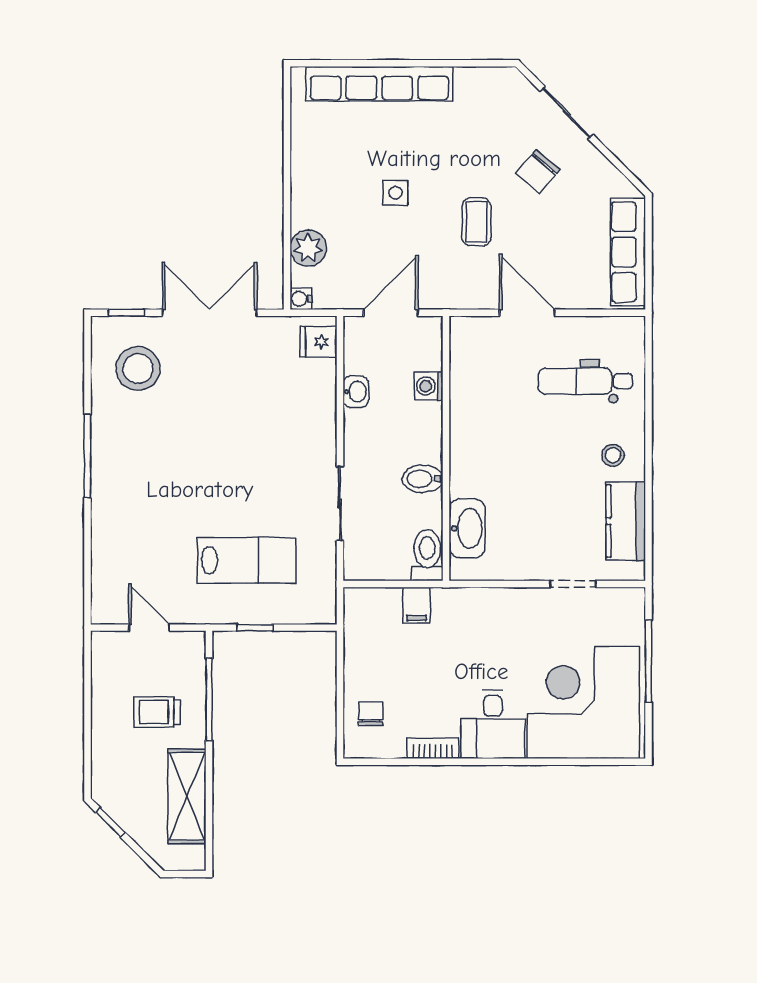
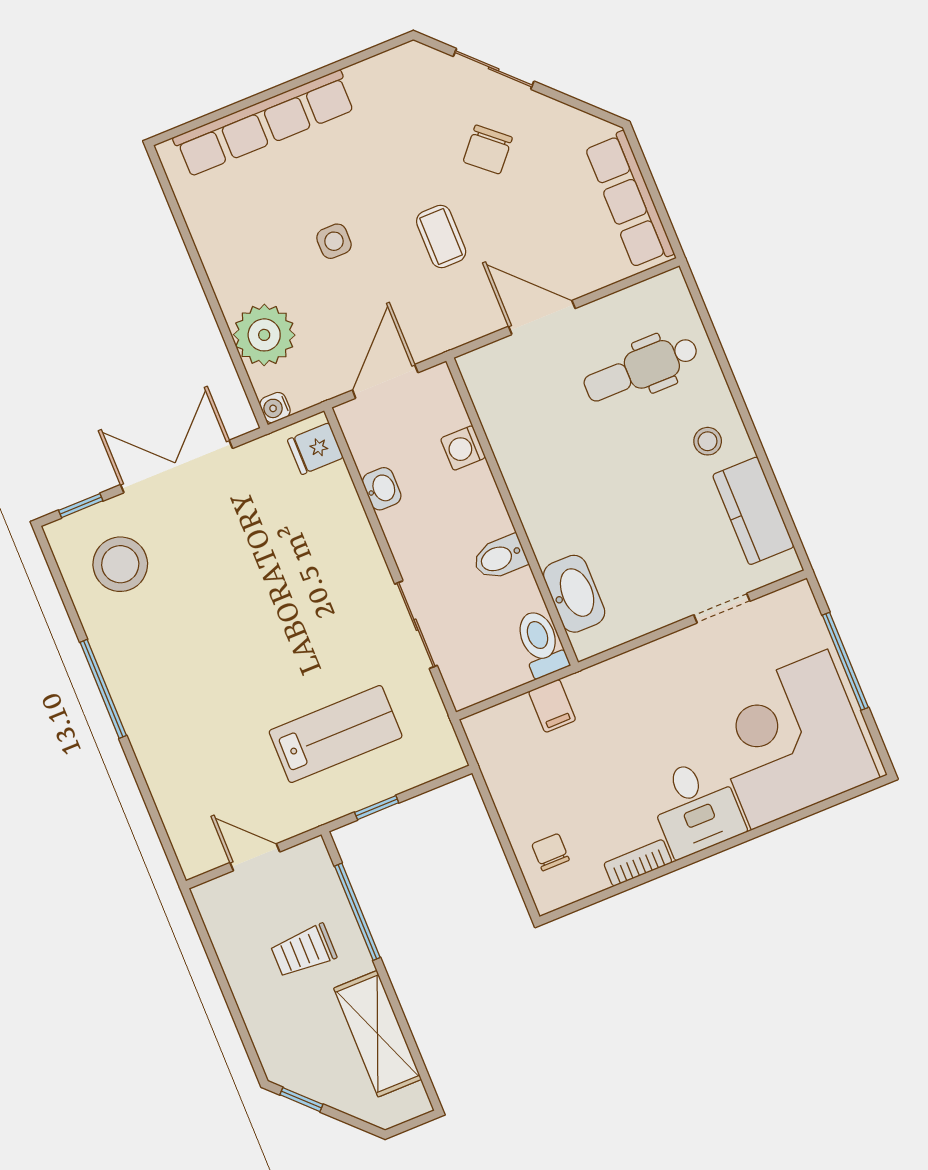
plant: (308, 248) -> (264, 335), width x1.36, depth x1.36

